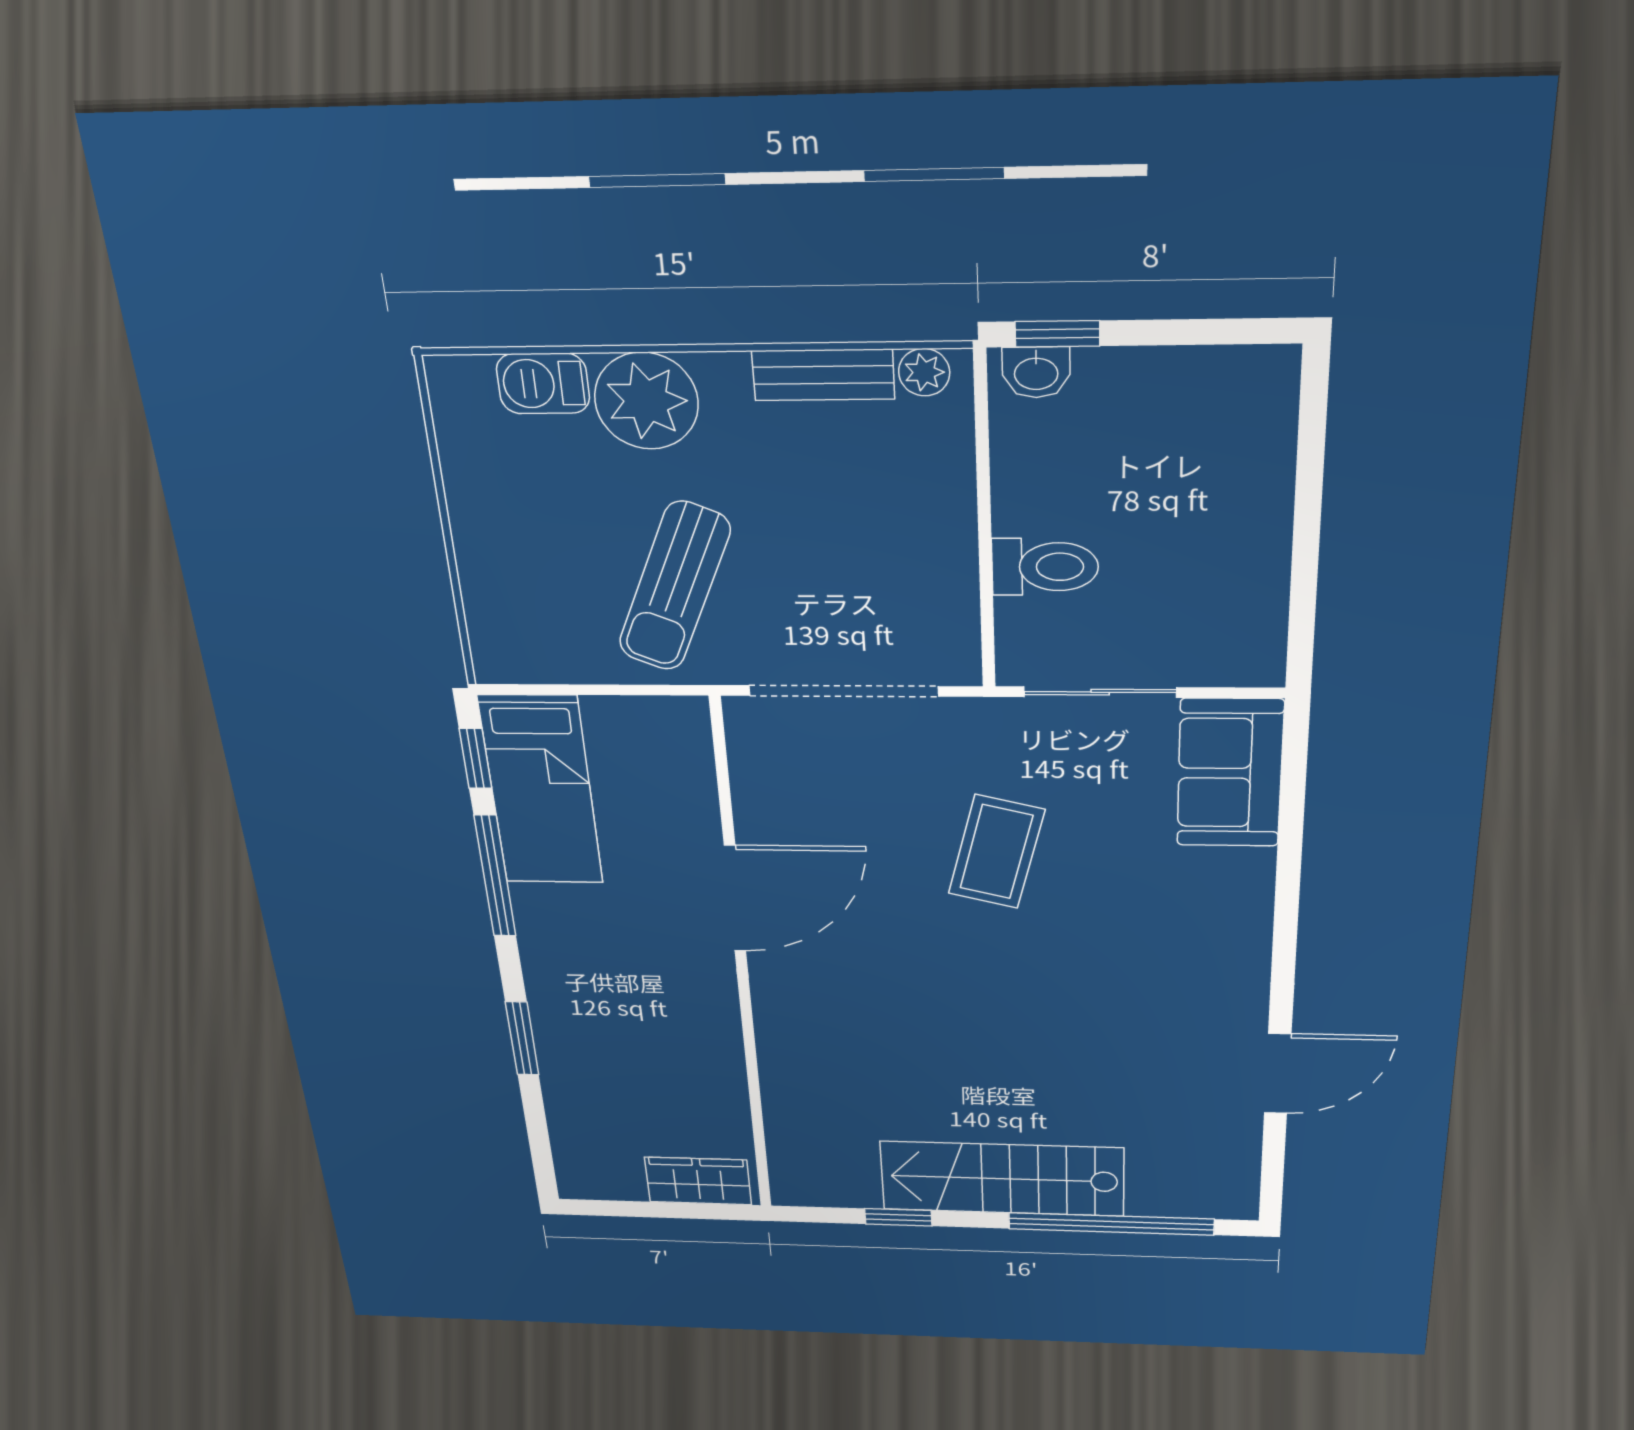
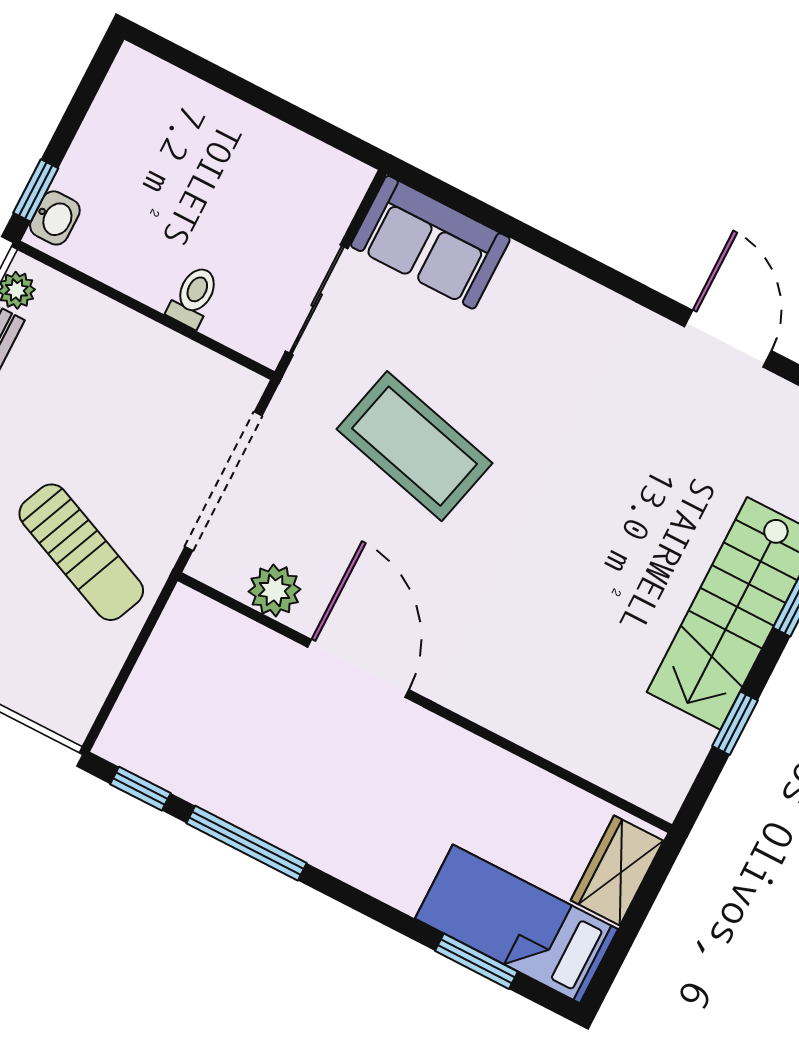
toilet: (1045, 567) -> (194, 297), width x0.73, depth x0.72
bed: (541, 790) -> (516, 924), moved, turned 180
plant: (761, 790) -> (275, 590), added
coffee table: (996, 852) -> (414, 446), width x1.36, depth x1.32
window: (522, 1038) -> (476, 961), moved

